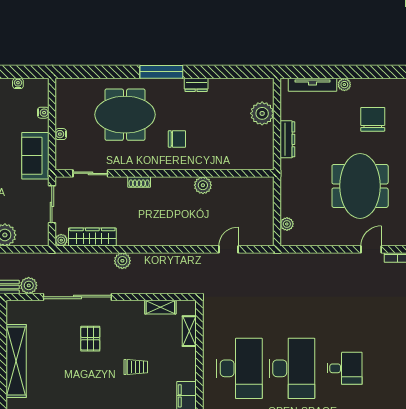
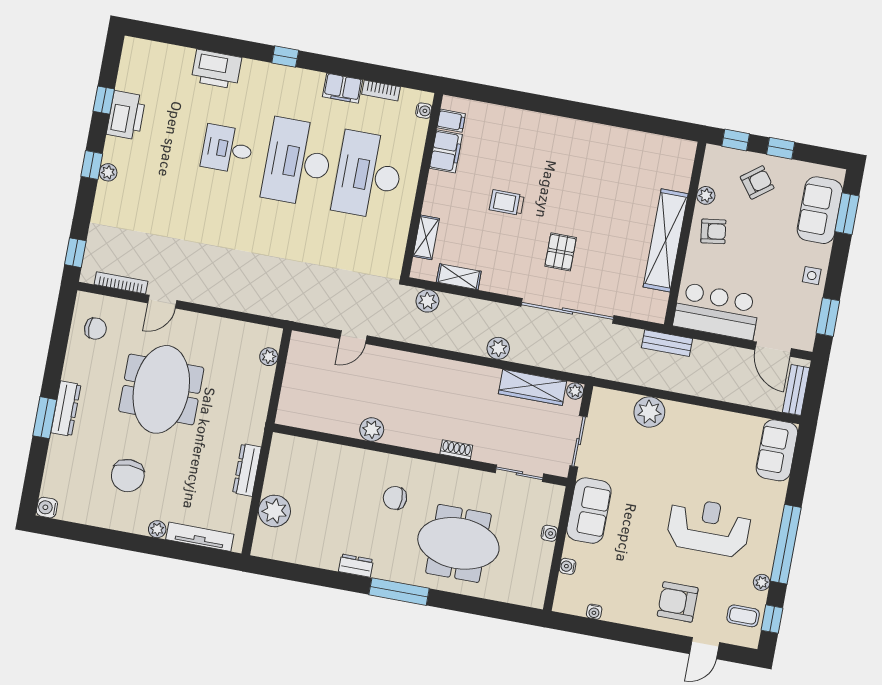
plant: (29, 285) -> (427, 301), moved

